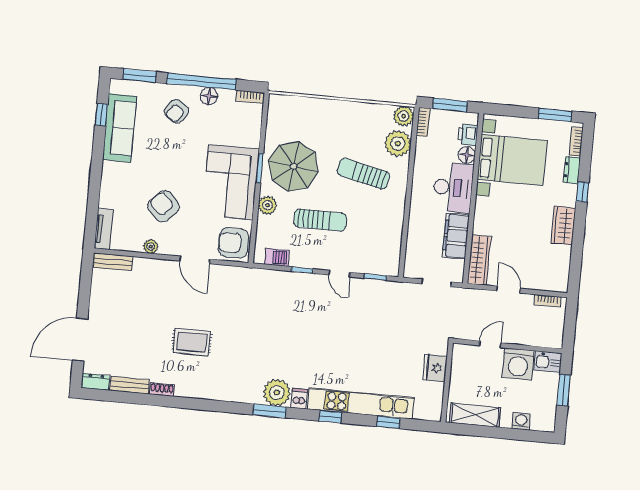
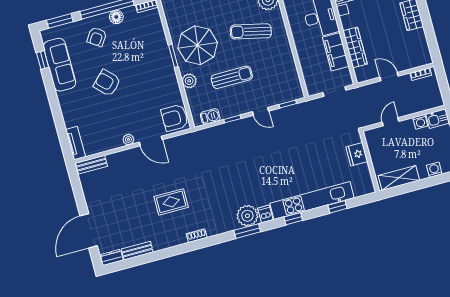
corner sofa: (231, 182) -> (156, 74), removed
armchair: (164, 206) -> (107, 83), moved
plant: (151, 247) -> (128, 139), moved
wardrobe: (479, 260) -> (355, 47), moved
washing machine: (518, 364) -> (420, 122), width x0.53, depth x0.53
shoe rack: (162, 390) -> (197, 236), moved

